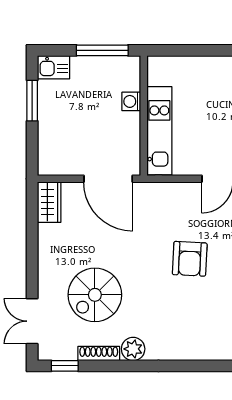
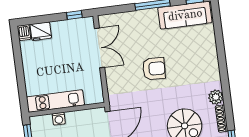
kitchen unit: (159, 131) -> (55, 101), moved

